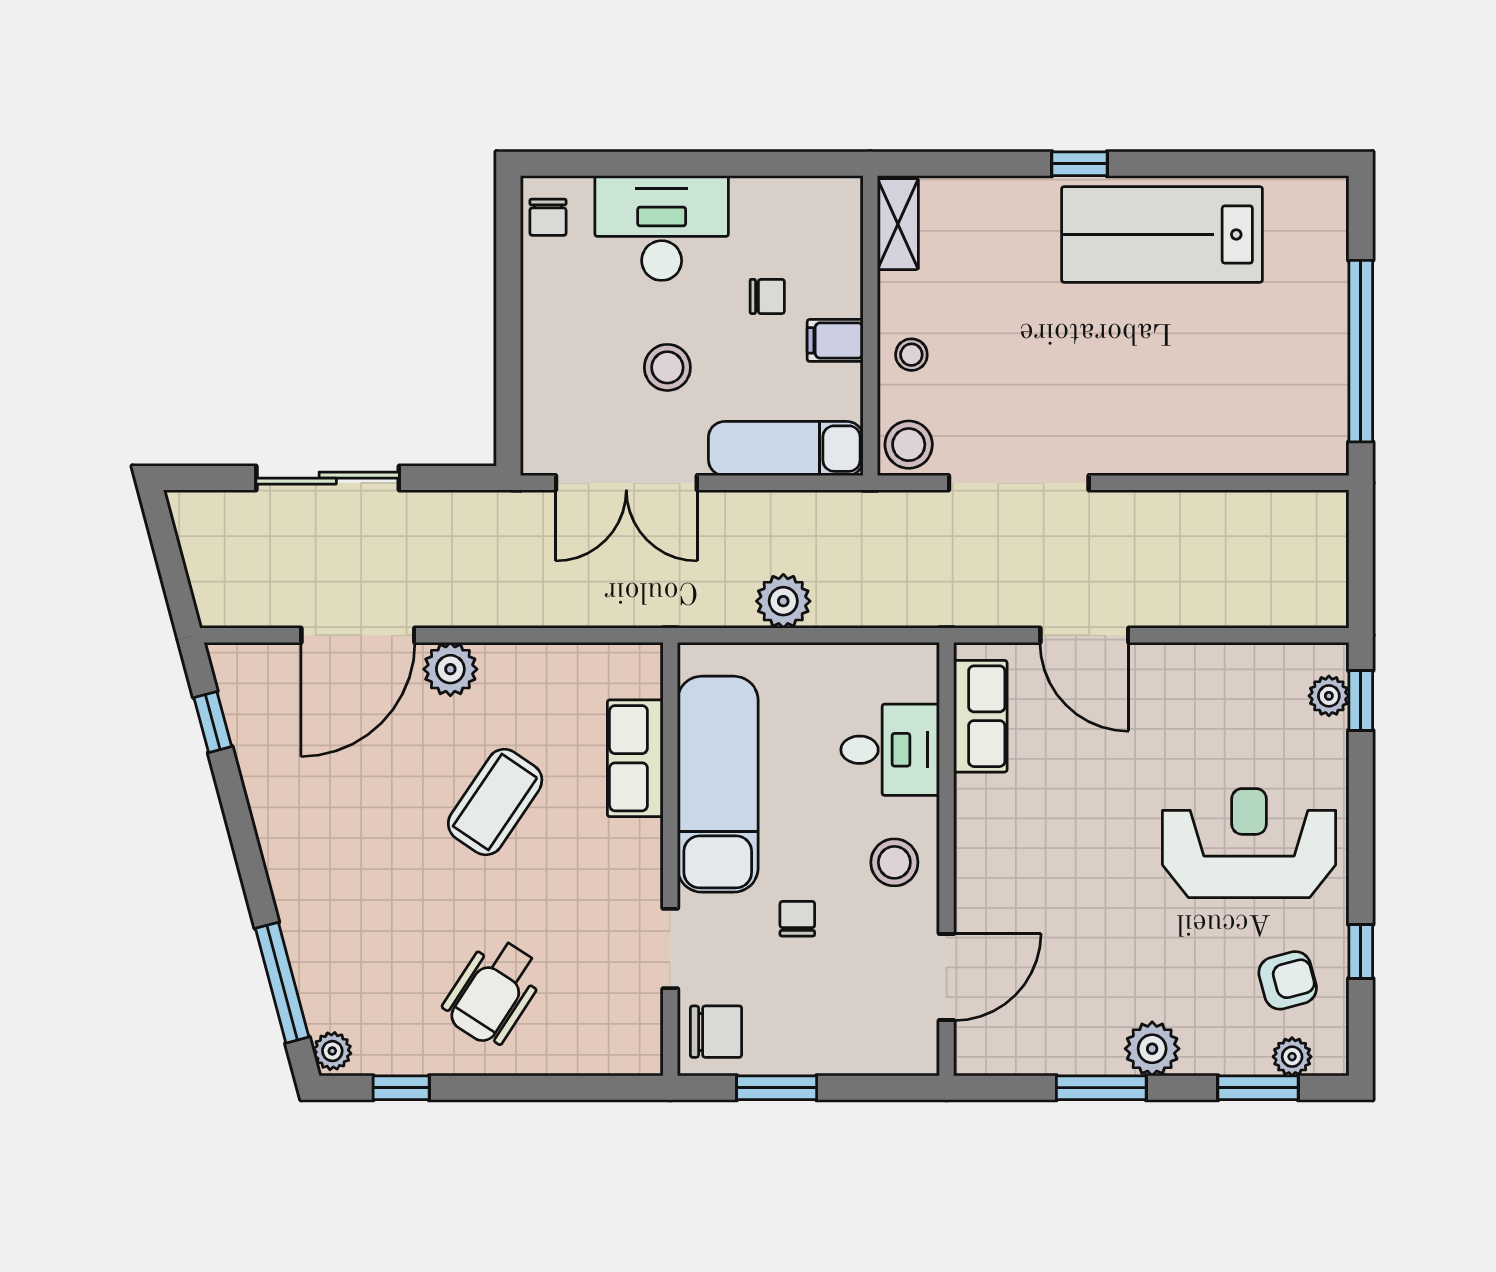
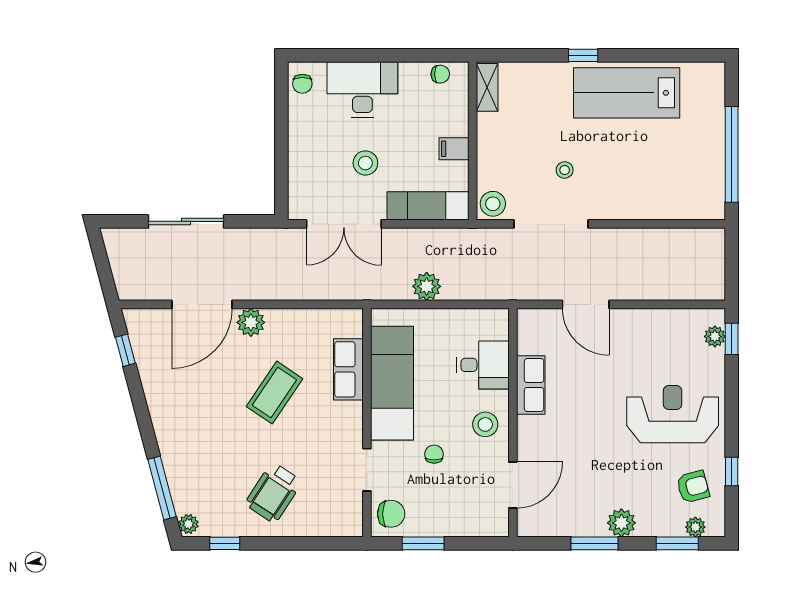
chair: (767, 296) -> (440, 74), moved
stool: (911, 355) -> (565, 170), moved
row of seats: (980, 716) -> (531, 385), moved

